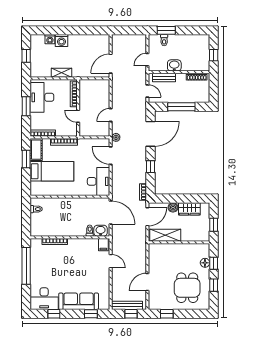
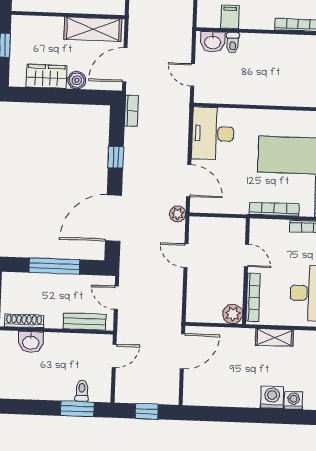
window: (129, 30) -> (147, 411), added
washbasin: (174, 65) -> (31, 342), moved
plant: (84, 85) -> (233, 314), added
door: (111, 115) -> (186, 256), swing flipped
door: (111, 213) -> (193, 75), width x0.53
filing cabinet: (103, 245) -> (230, 17), moved

